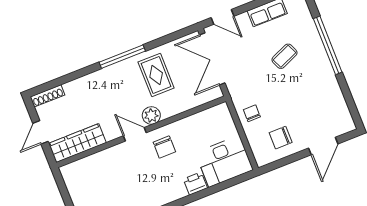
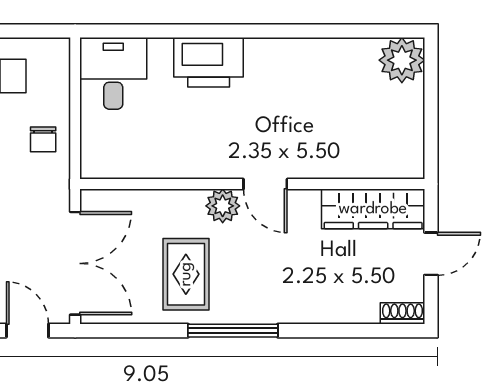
shoe rack: (47, 96) -> (402, 313), width x0.70
chair: (164, 147) -> (222, 141), removed
desk: (224, 161) -> (113, 73), width x0.73
printer: (195, 184) -> (209, 62), width x1.87, depth x1.48

